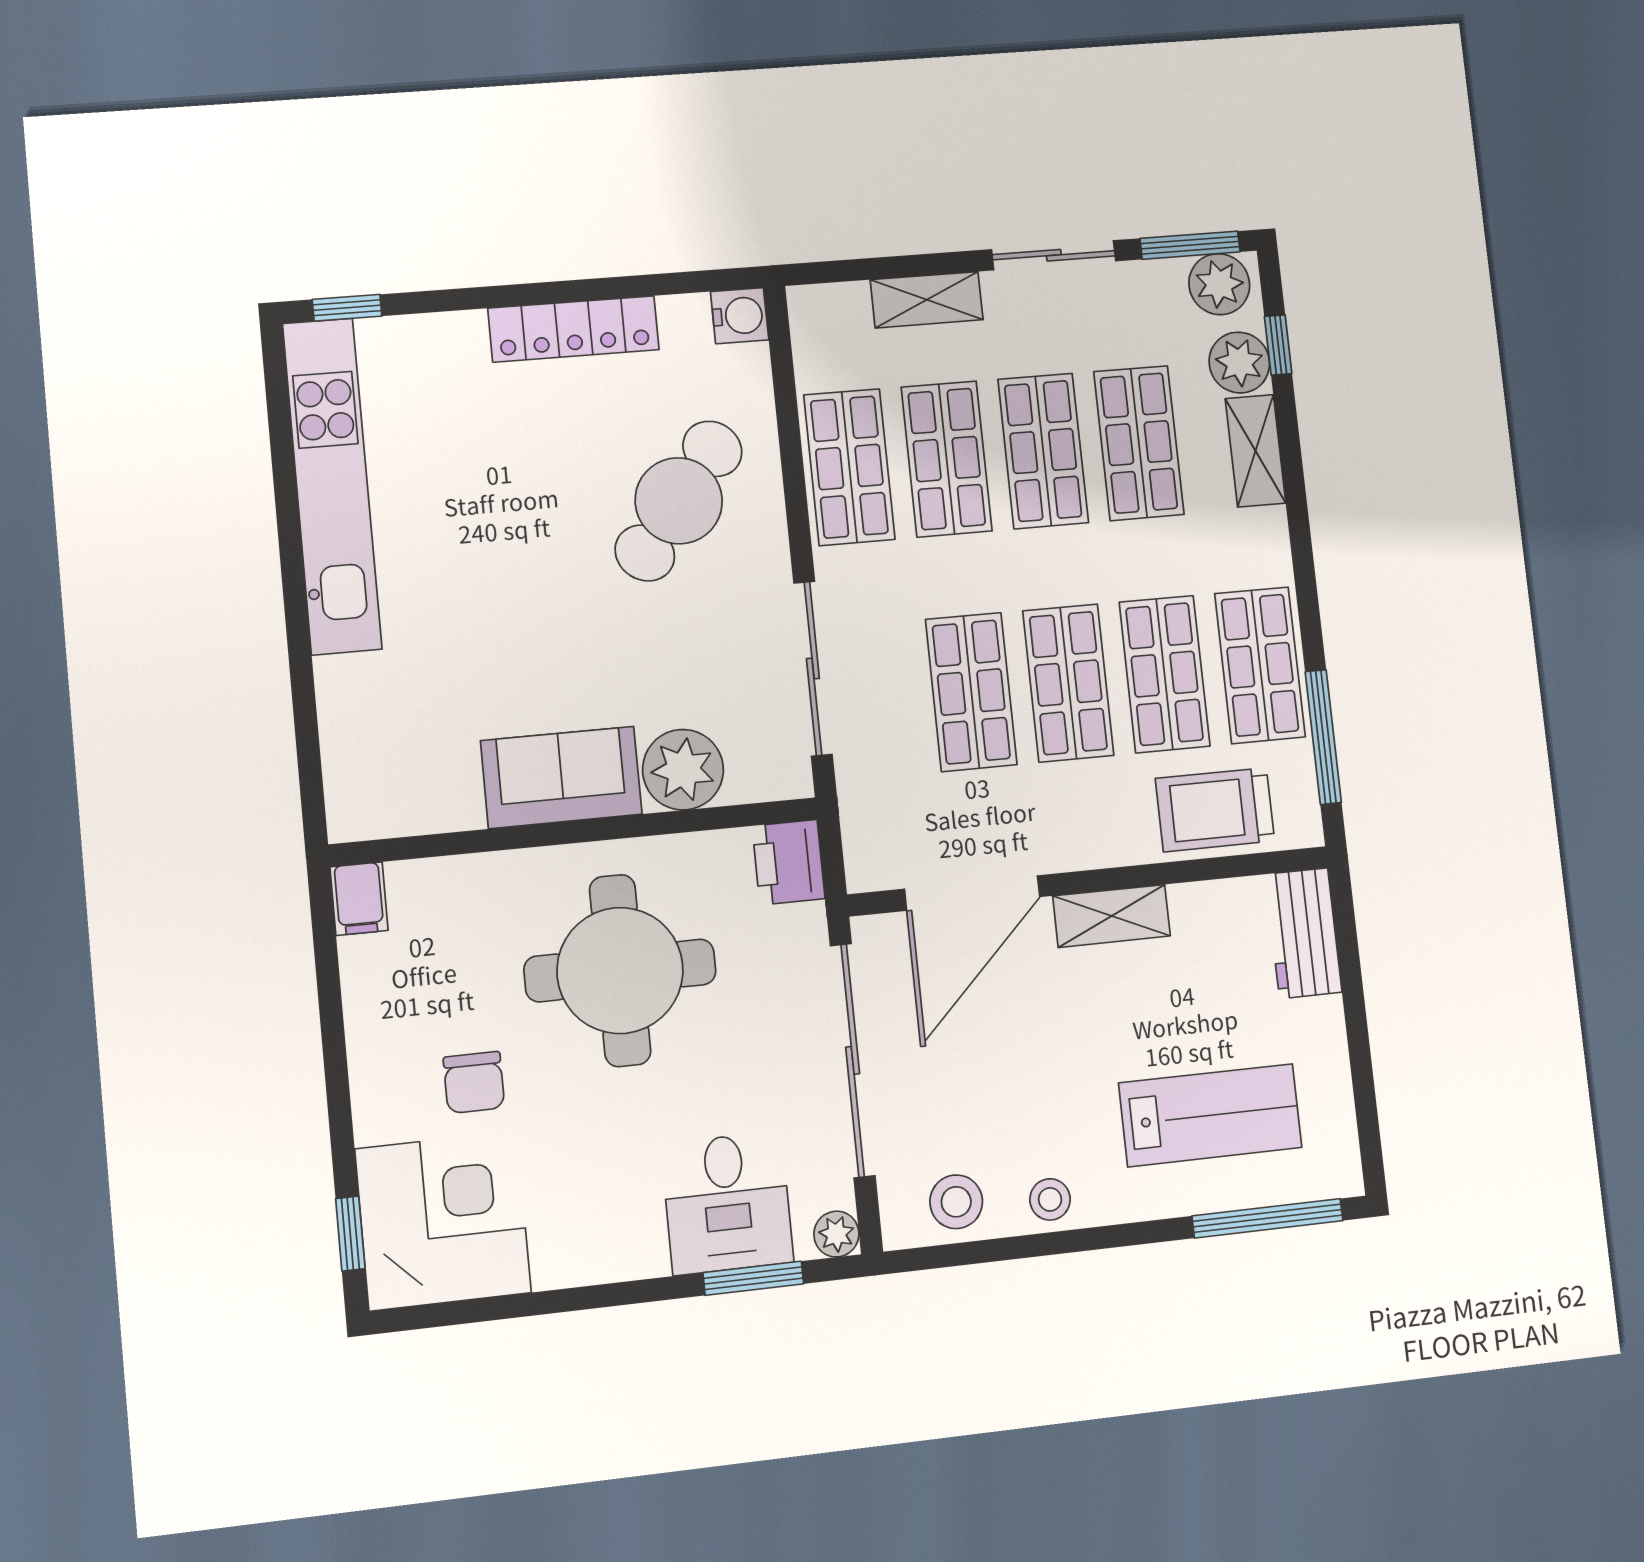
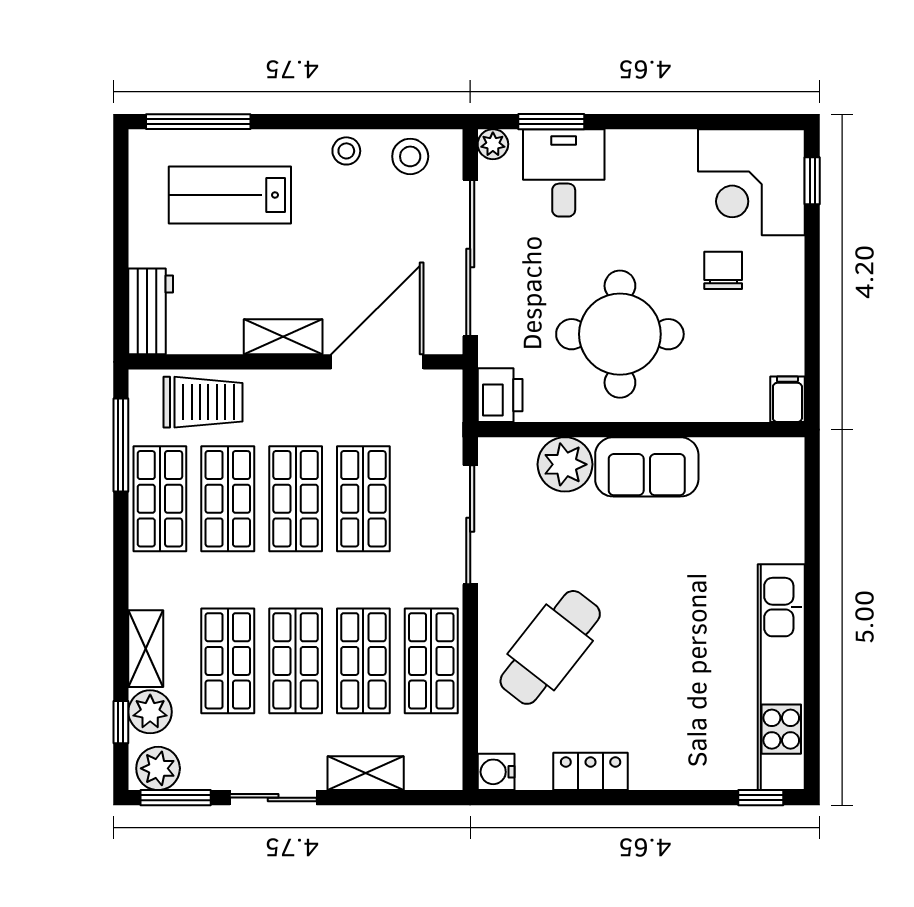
locker: (574, 329) -> (591, 771), width x0.66

